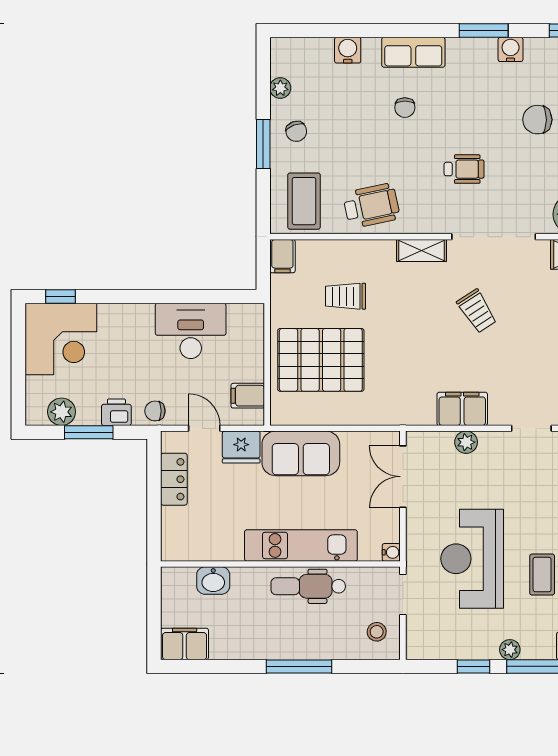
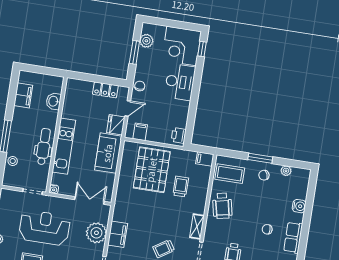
desk: (191, 331) -> (180, 82), moved
printer: (116, 412) -> (179, 135), moved, turned 180
plant: (466, 442) -> (96, 233), width x1.88, depth x1.88
stool: (377, 632) -> (13, 161), moved
filing cabinet: (185, 644) -> (23, 95), moved

